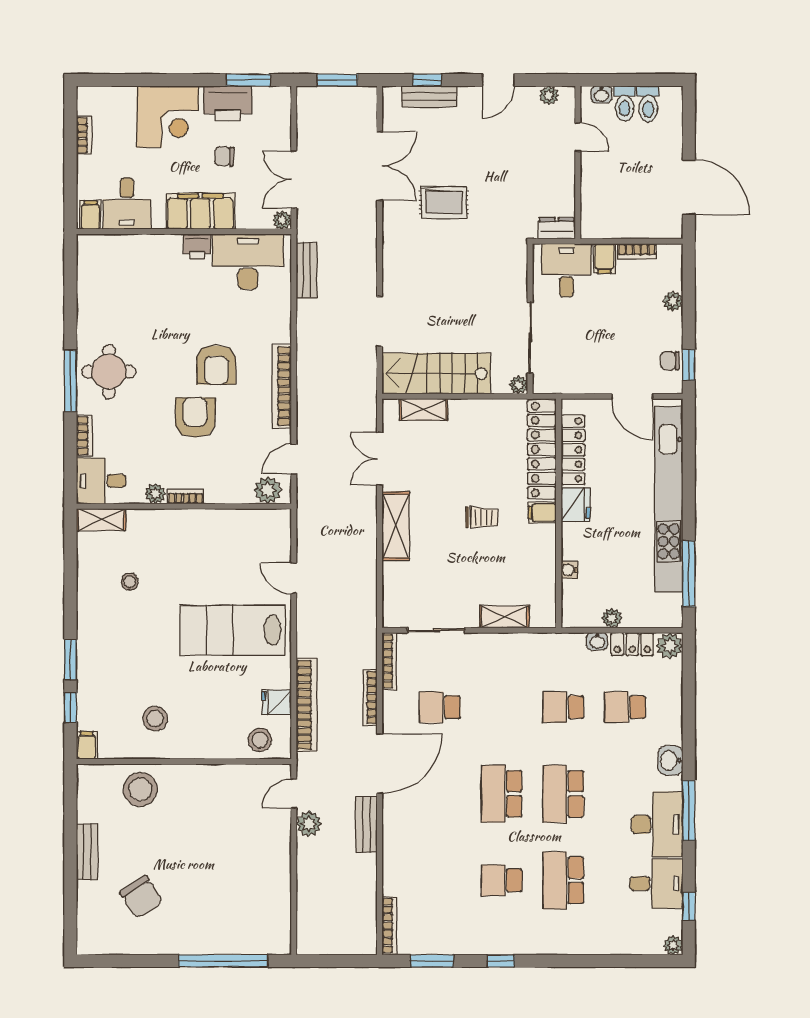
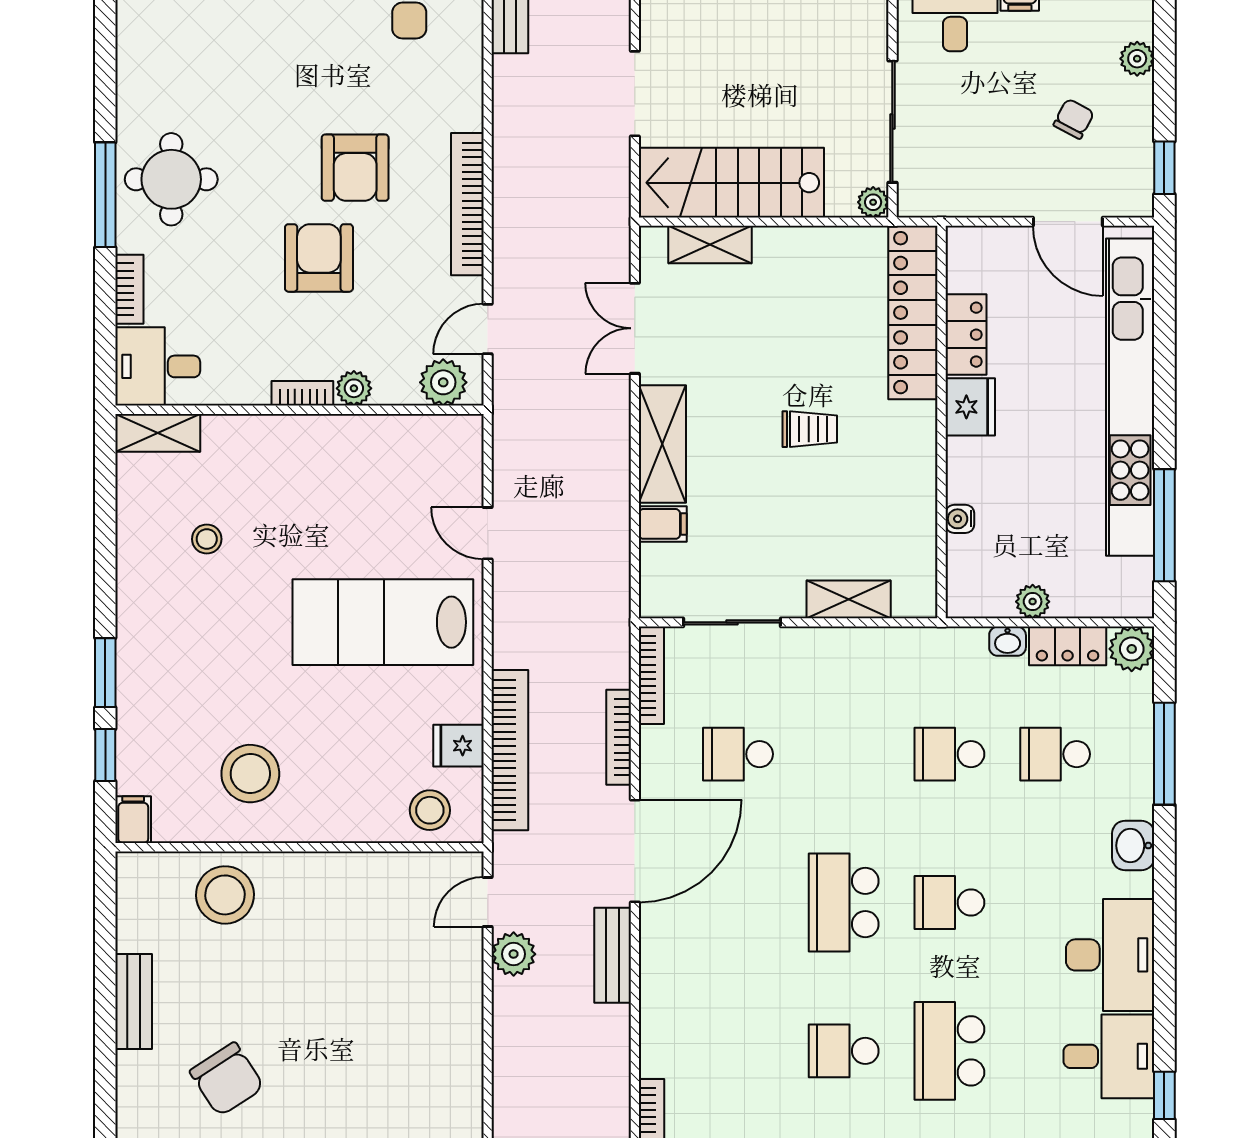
chair: (670, 361) -> (1074, 119), moved, turned 118
locker: (573, 450) -> (966, 335), width x0.66
plant: (155, 494) -> (354, 388), moved
filing cabinet: (542, 513) -> (663, 524), moved, turned 180
stool: (155, 719) -> (250, 774), width x1.38, depth x1.38
school desk: (563, 794) -> (949, 903), width x0.54
window: (689, 810) -> (1164, 754), moved

